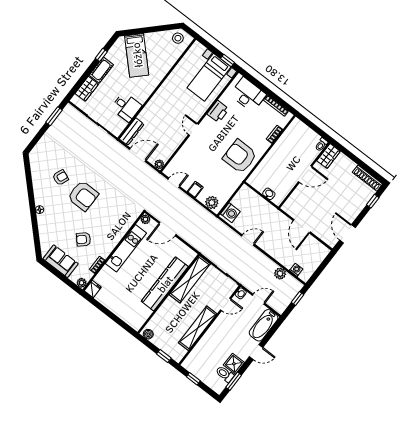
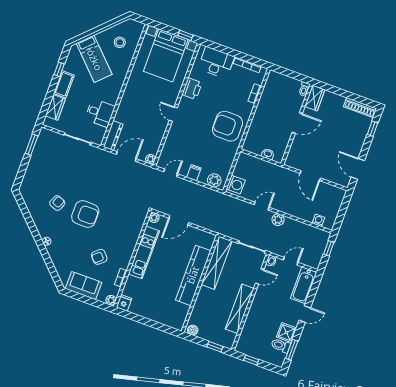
stool: (178, 38) -> (120, 42), moved
bed with nightstands: (209, 77) -> (166, 55), width x1.36
plant: (280, 274) -> (278, 220), moved

